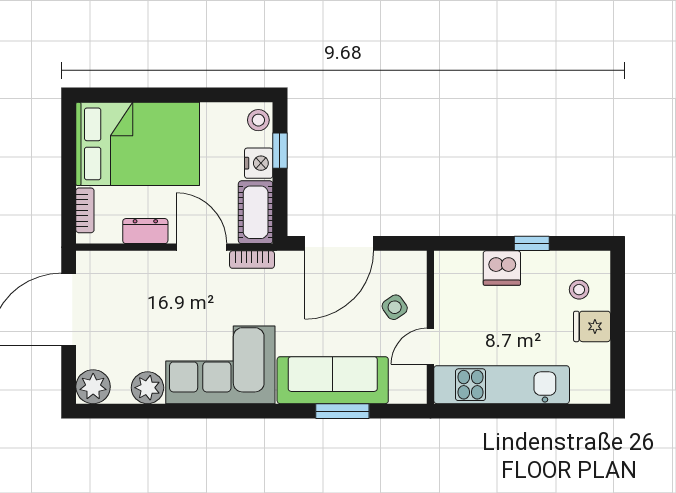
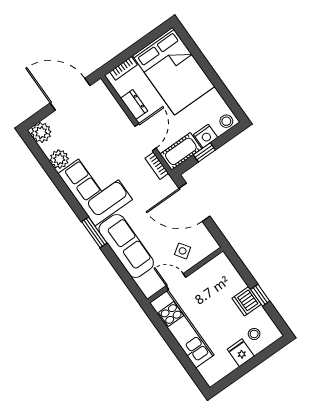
window: (280, 151) -> (204, 152), moved
dishwasher: (502, 268) -> (247, 301), moved
window: (342, 411) -> (94, 232), moved

